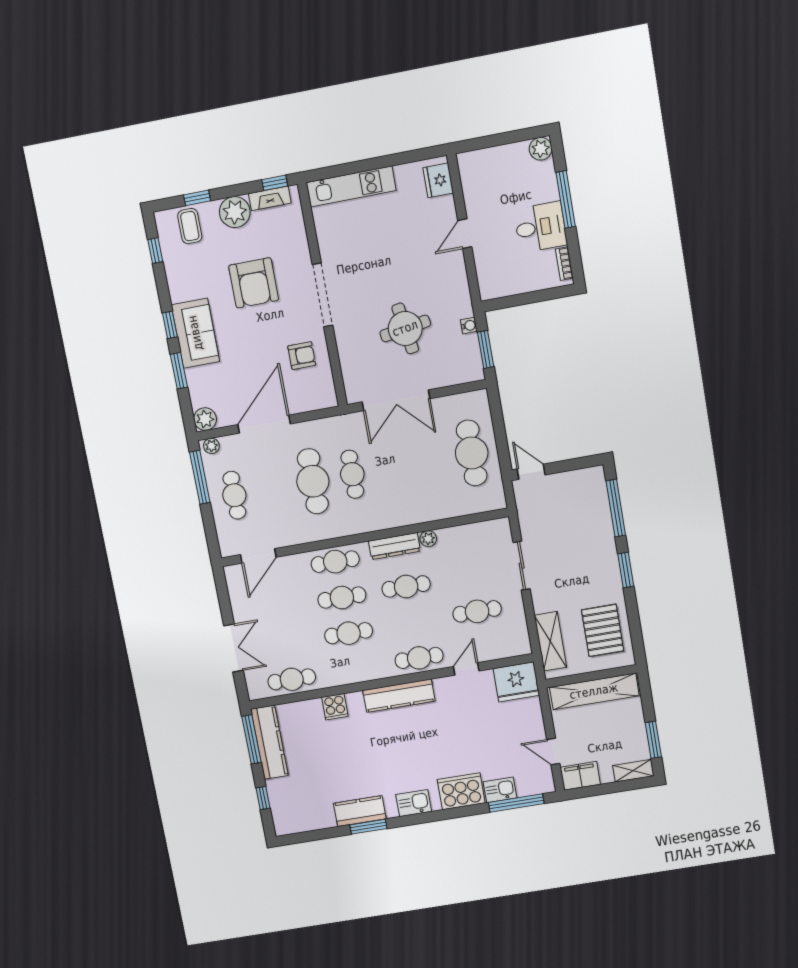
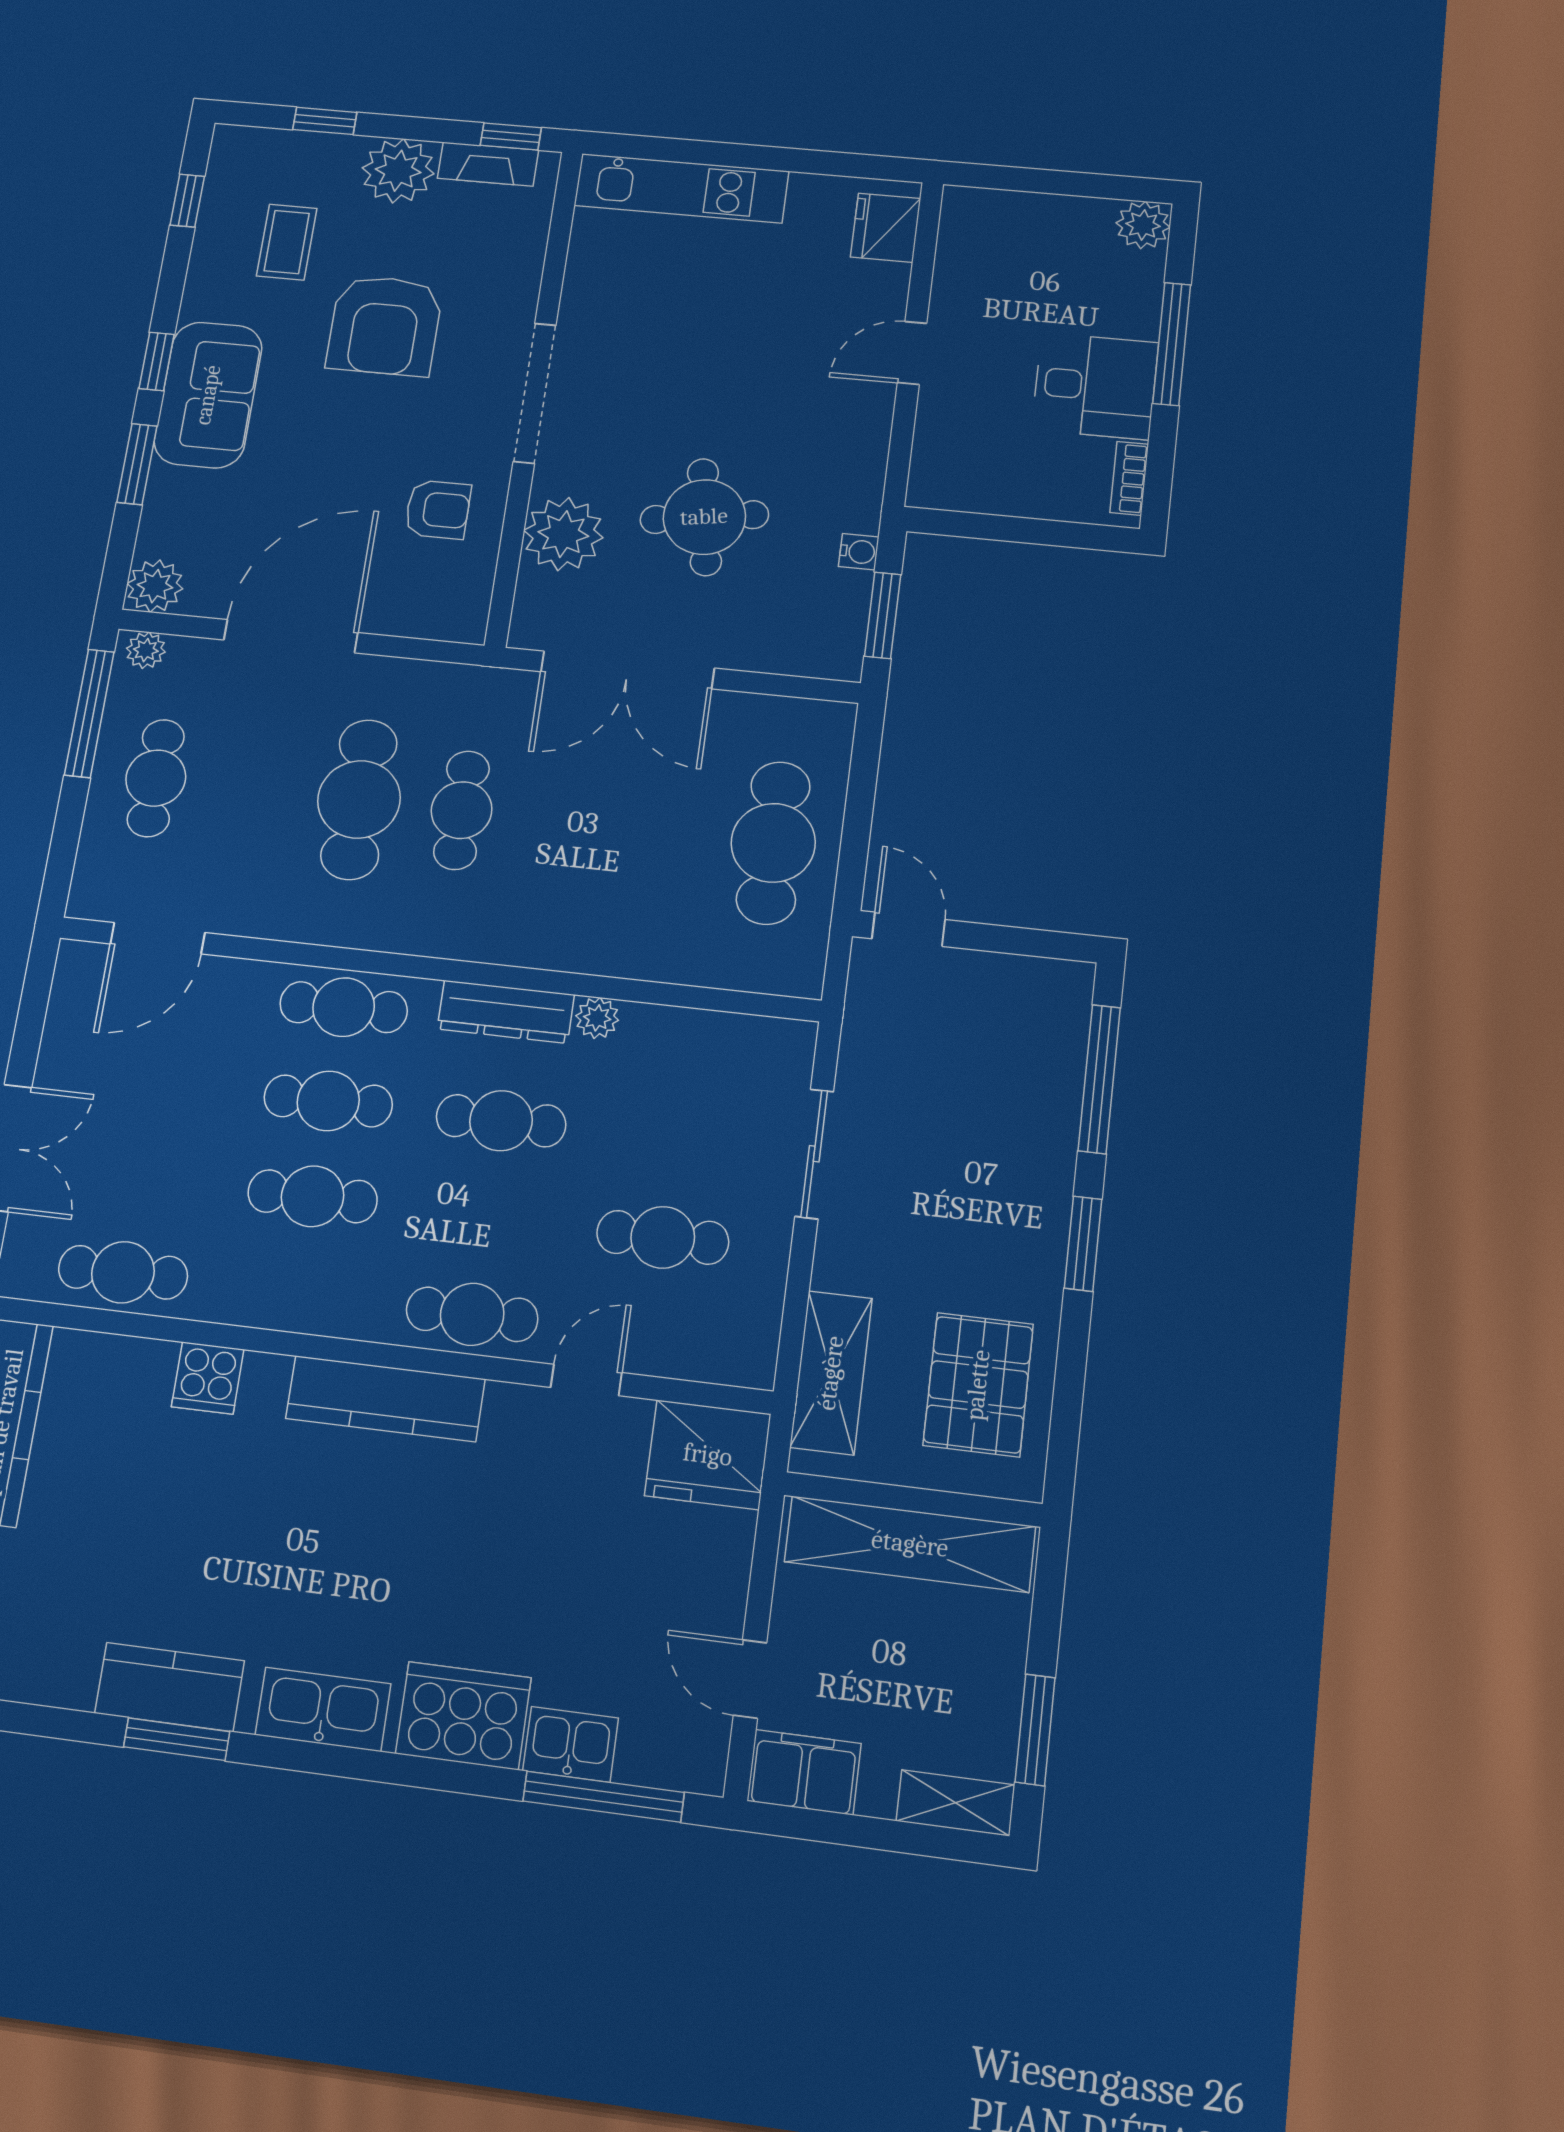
coffee table: (190, 226) -> (287, 242), moved
plant: (353, 352) -> (563, 534), added
kitchen sink: (414, 803) -> (323, 1709), width x1.38

